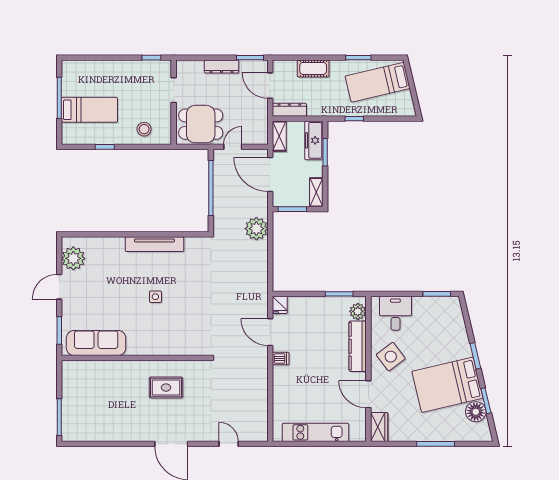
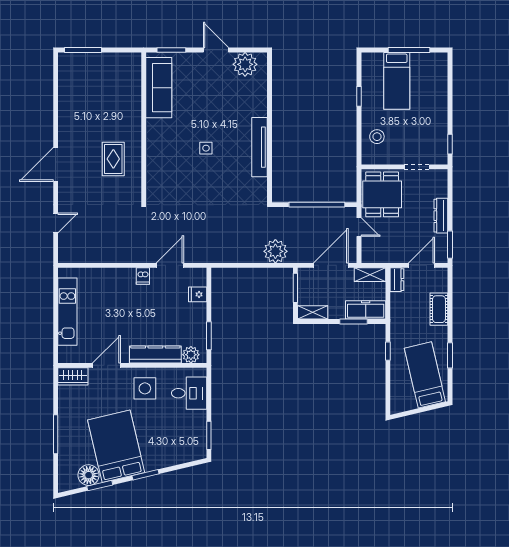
dresser: (289, 110) -> (397, 280), width x0.70
fridge: (280, 305) -> (198, 294), moved
side table: (391, 357) -> (145, 388), turned 37

